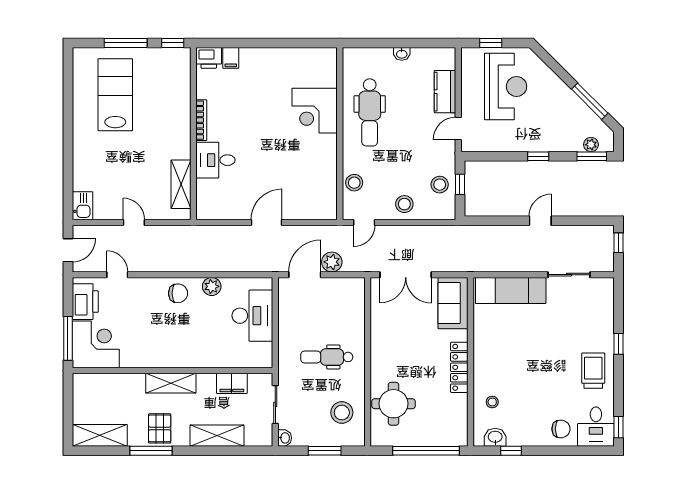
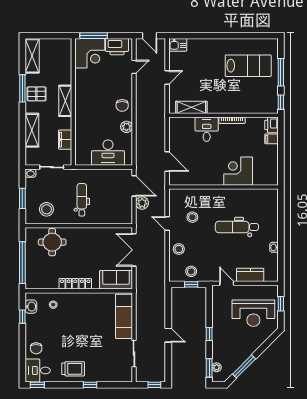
corner desk: (315, 111) -> (238, 171), moved
wall: (340, 134) -> (224, 187), moved

